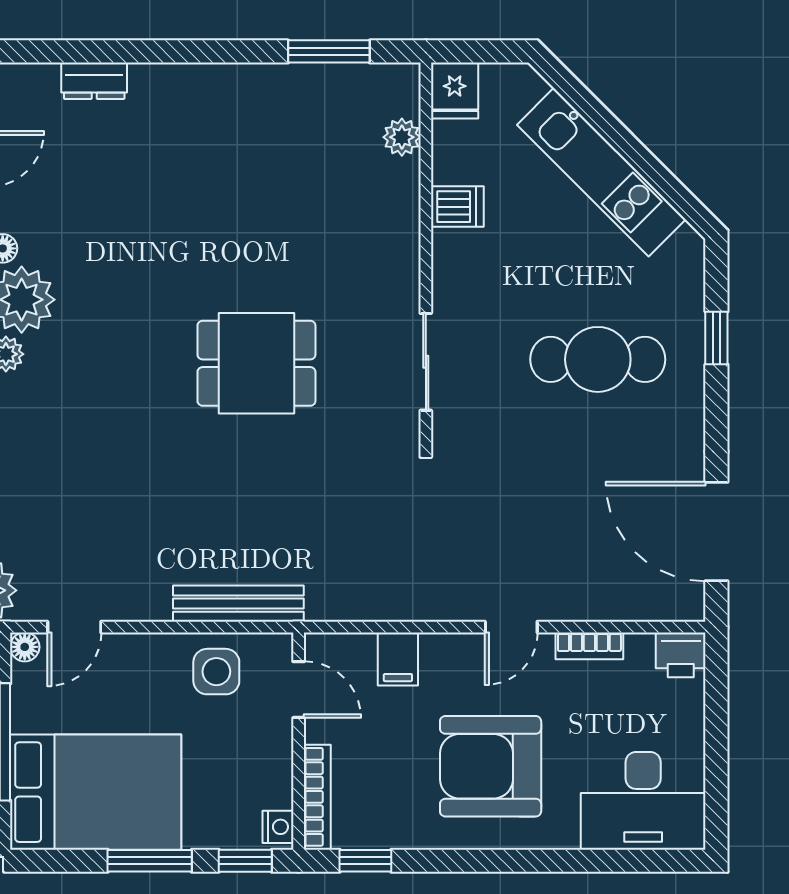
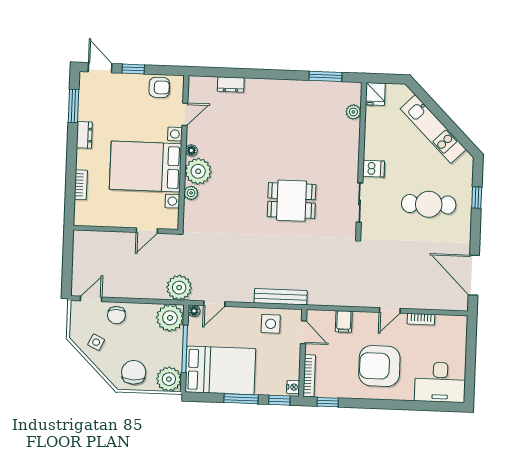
dishwasher: (457, 207) -> (374, 169), moved
printer: (681, 655) -> (457, 324), removed

